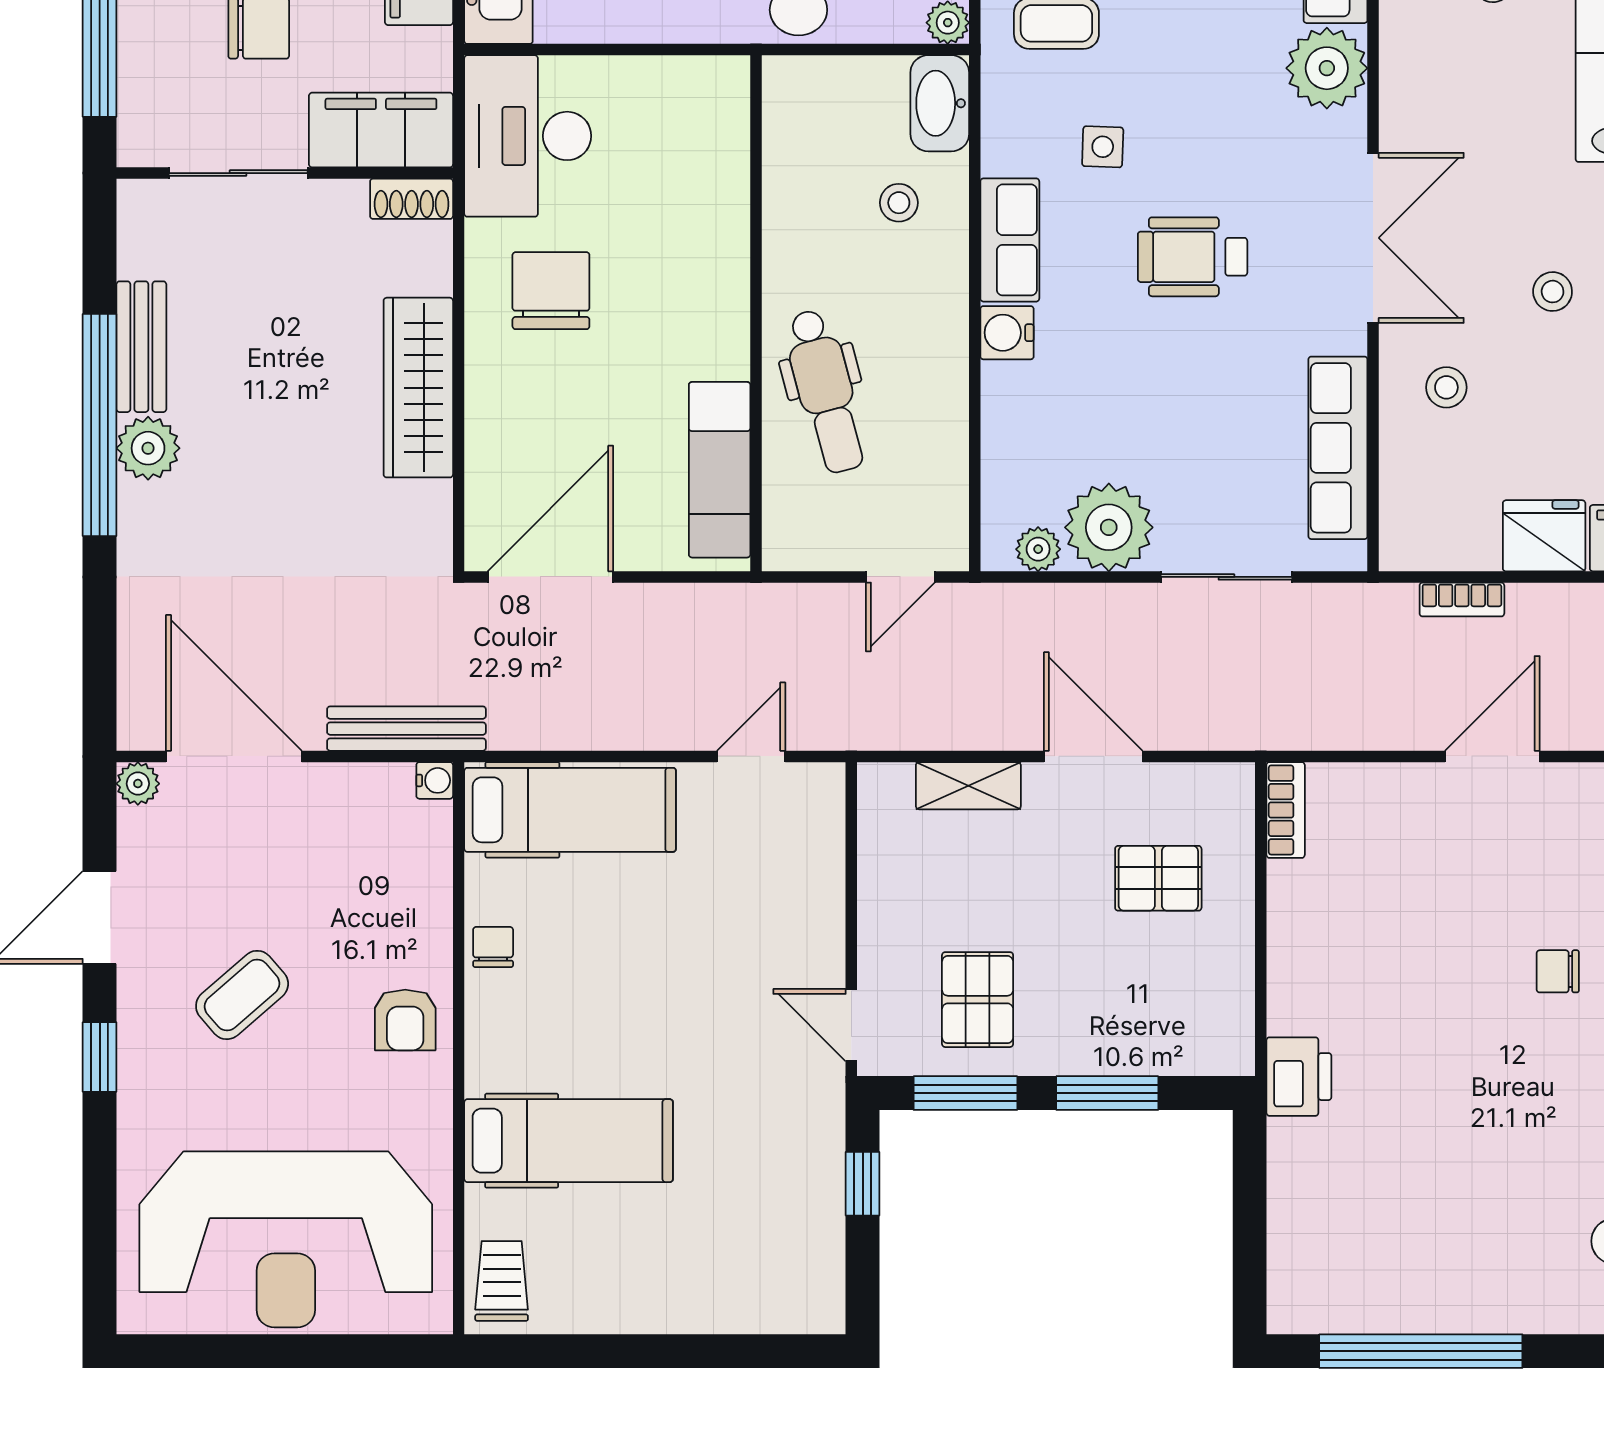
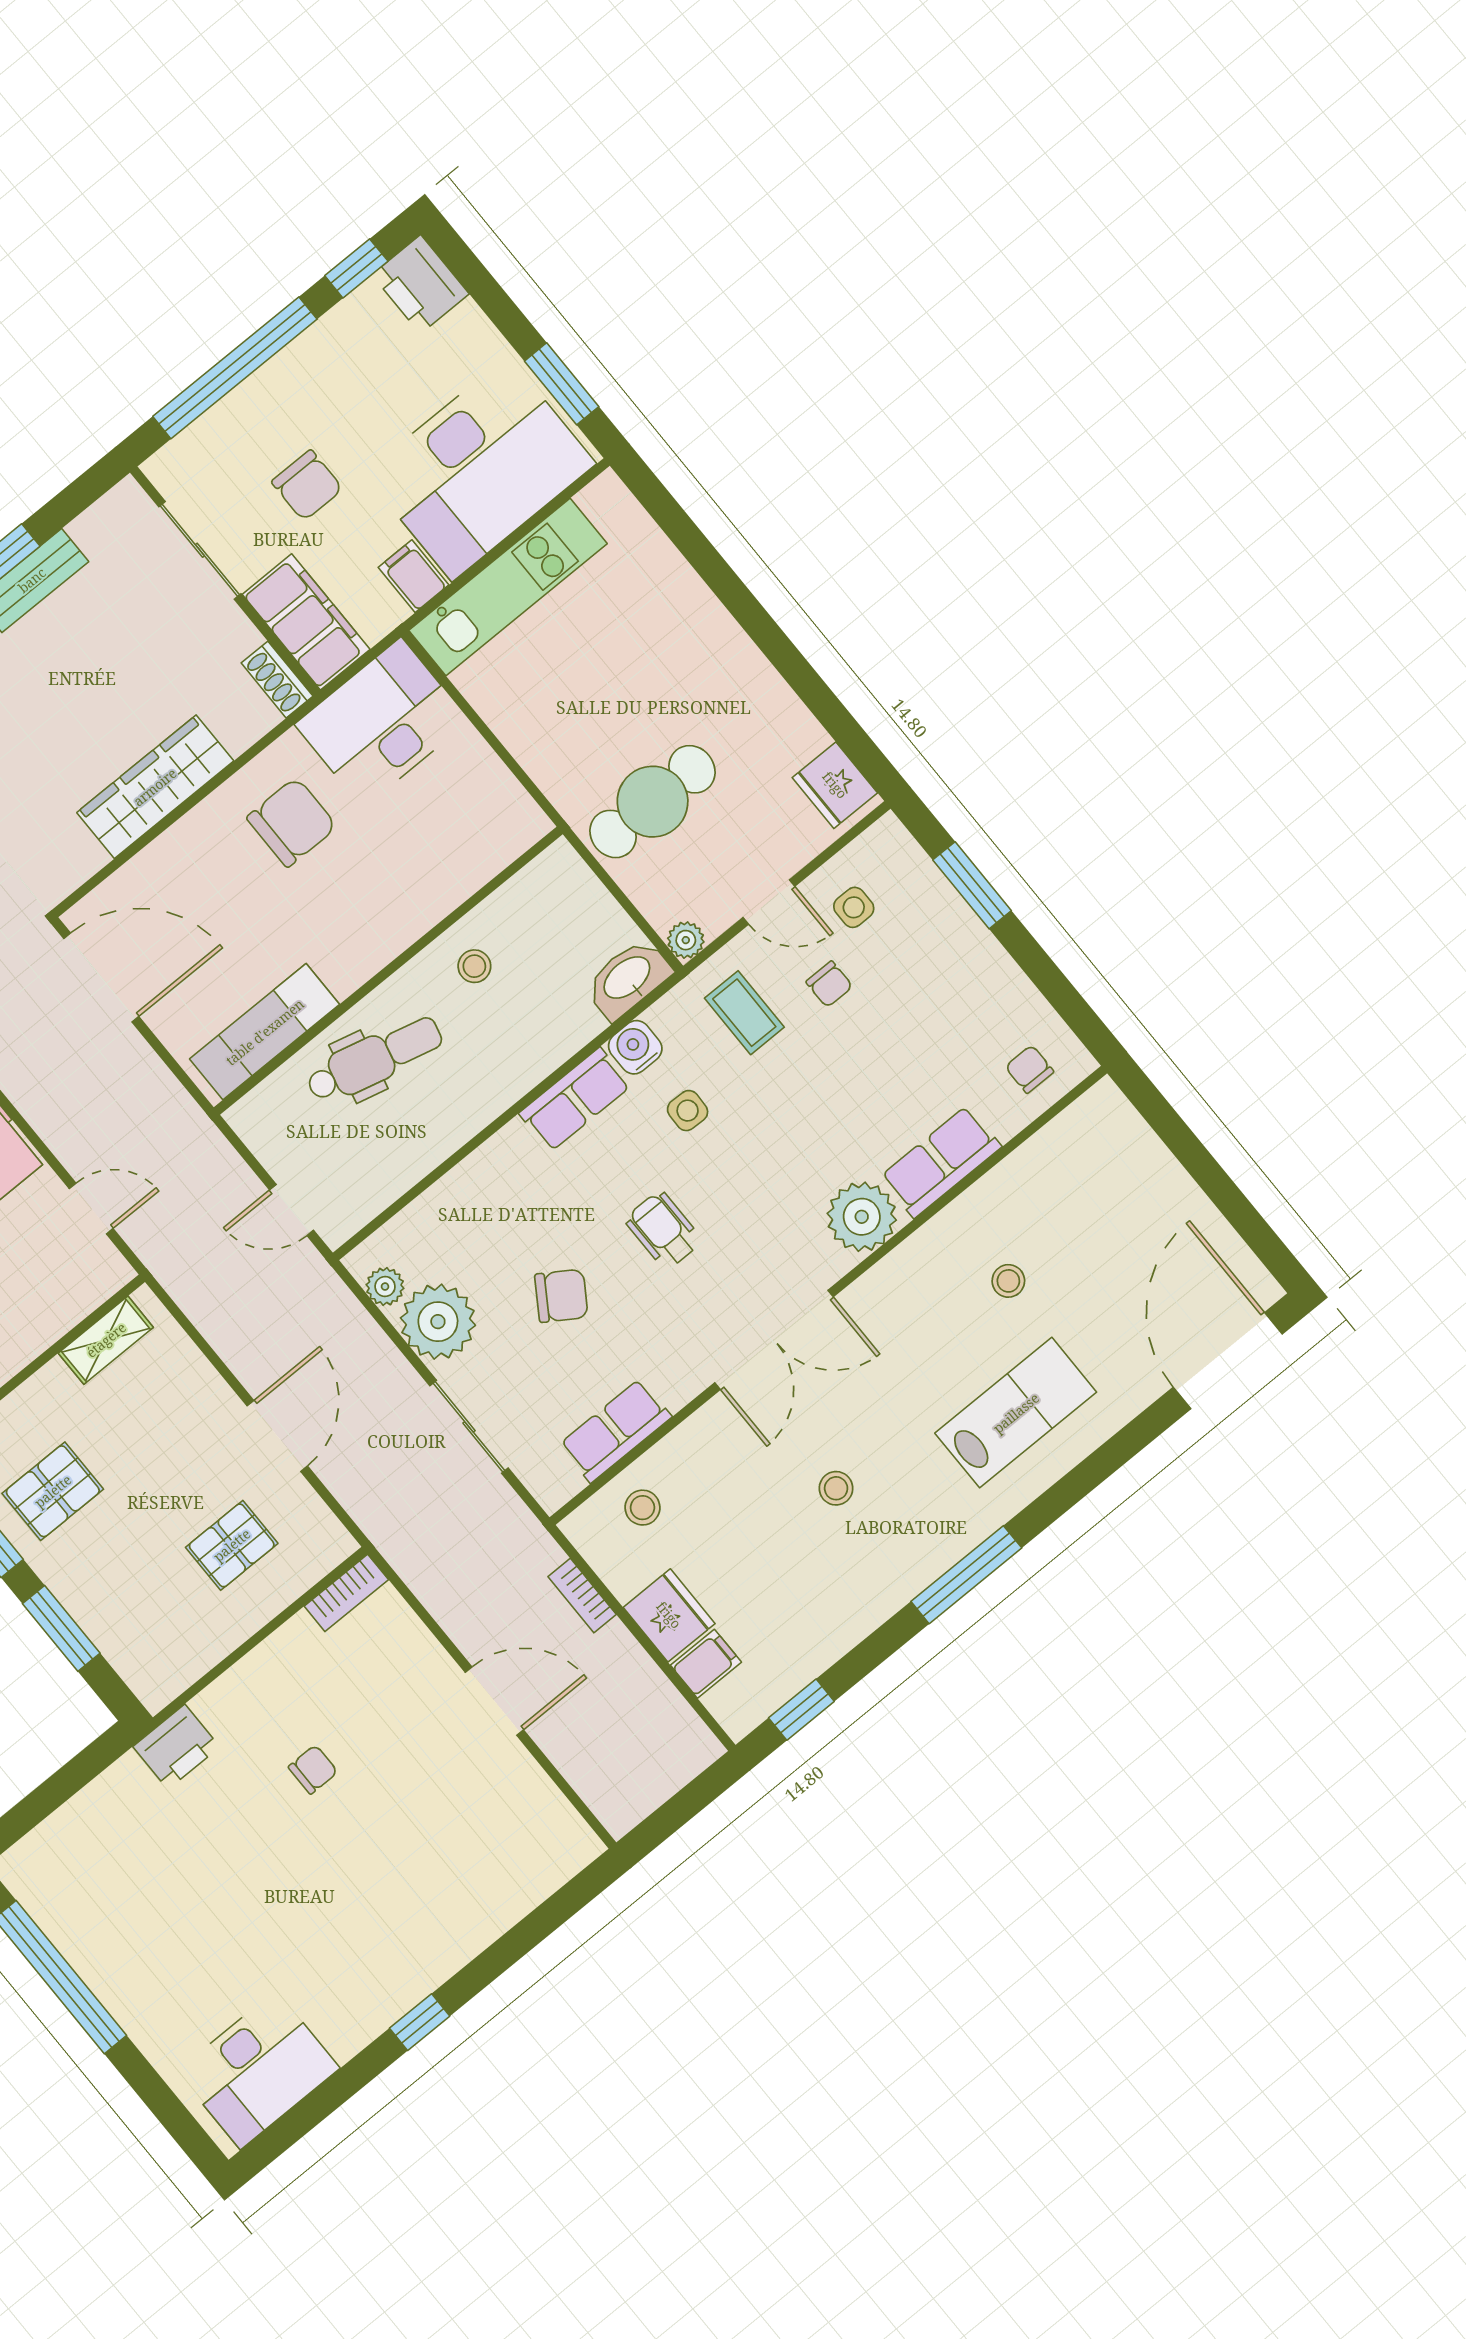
stool: (899, 203) -> (474, 966), moved
wheelchair: (1193, 257) -> (663, 1230), width x0.73, depth x0.73
water cooler: (1007, 333) -> (635, 1047), moved
stool: (1446, 387) -> (642, 1508), moved
dental chair: (825, 391) -> (374, 1059), turned -151
chair: (1177, 397) -> (561, 1296), added
row of seats: (1338, 448) -> (615, 1431), width x0.68
shelving: (968, 786) -> (106, 1340), moved, turned 90
pallet: (1158, 878) -> (232, 1545), turned 90
chair: (1558, 971) -> (313, 1770), moved, turned 90

